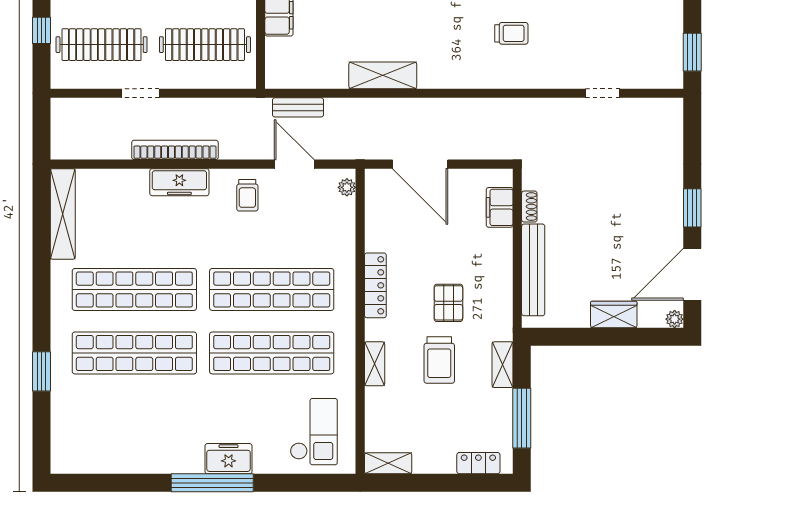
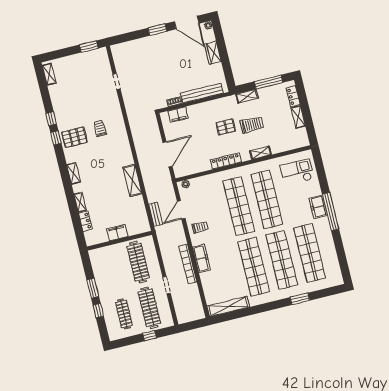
shop shelf: (134, 416) -> (310, 253), added
shelving: (388, 463) -> (298, 117), moved

